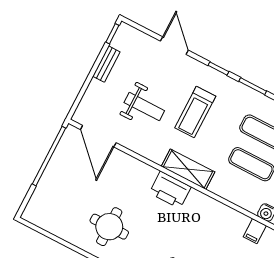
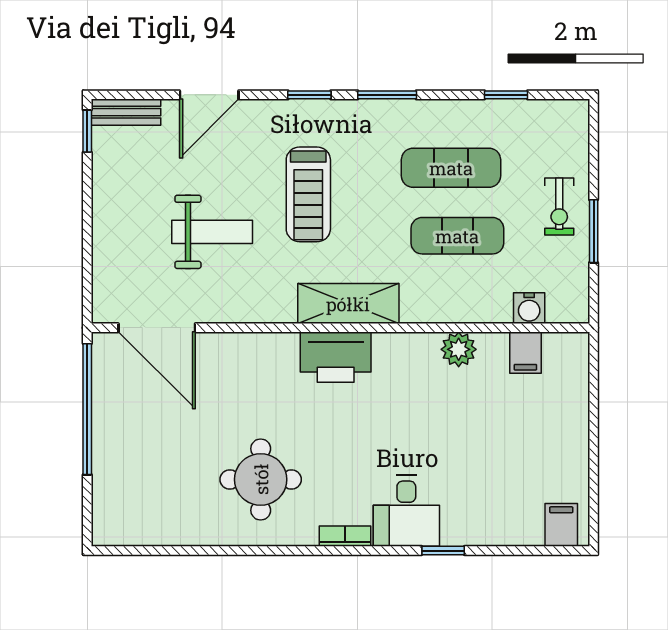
door: (174, 46) -> (209, 95), swing flipped
bench: (106, 64) -> (126, 112), moved, turned 90
plant: (226, 214) -> (459, 349), added

